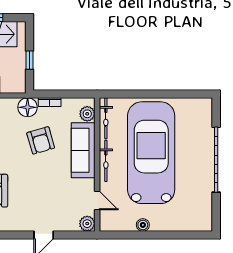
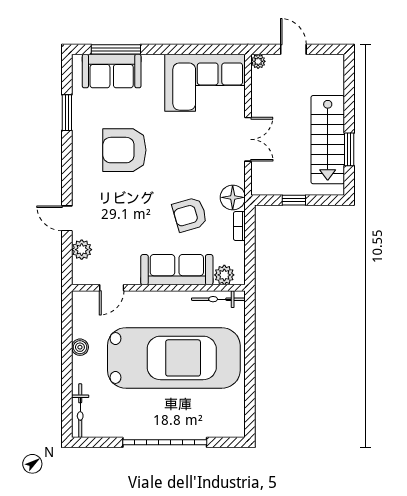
bicycle: (106, 161) -> (80, 411), moved, turned -90
plant: (87, 224) -> (82, 250), moved

